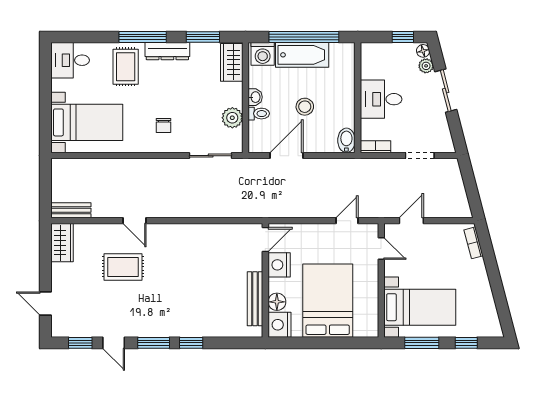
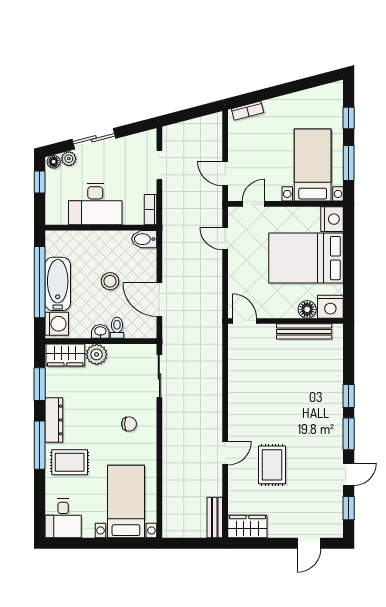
desk: (381, 99) -> (95, 204), width x1.37
plant: (232, 118) -> (97, 354), moved
nightstand: (279, 265) -> (332, 219), moved, turned -90

